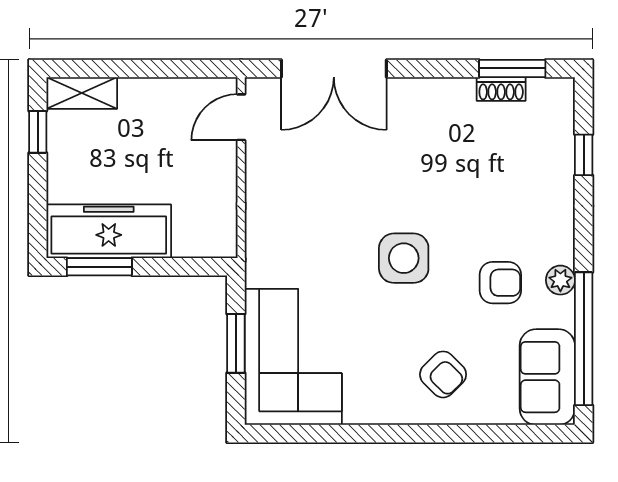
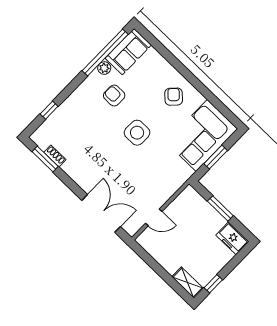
door: (241, 117) -> (154, 217), moved
freezer: (109, 231) -> (232, 238), width x0.52, depth x0.79
window: (99, 267) -> (220, 208), moved
plant: (560, 280) -> (104, 68), moved
armchair: (443, 374) -> (174, 97), moved

